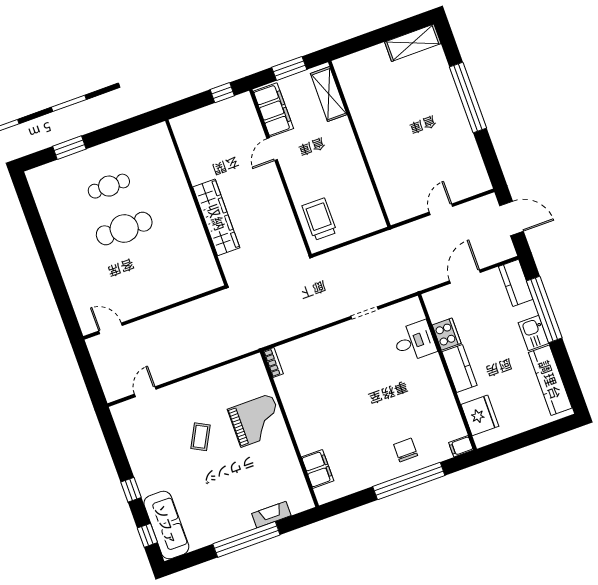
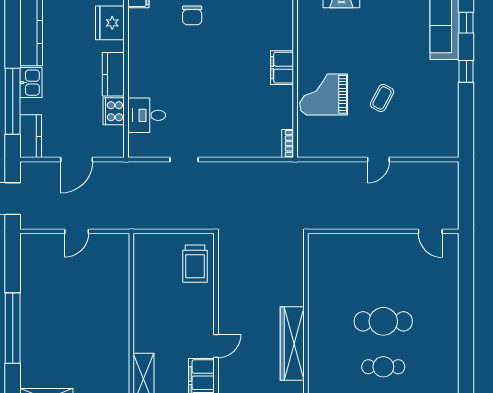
wardrobe: (216, 217) -> (292, 344), moved
door: (145, 392) -> (378, 159), moved
filing cabinet: (318, 469) -> (282, 68), moved

